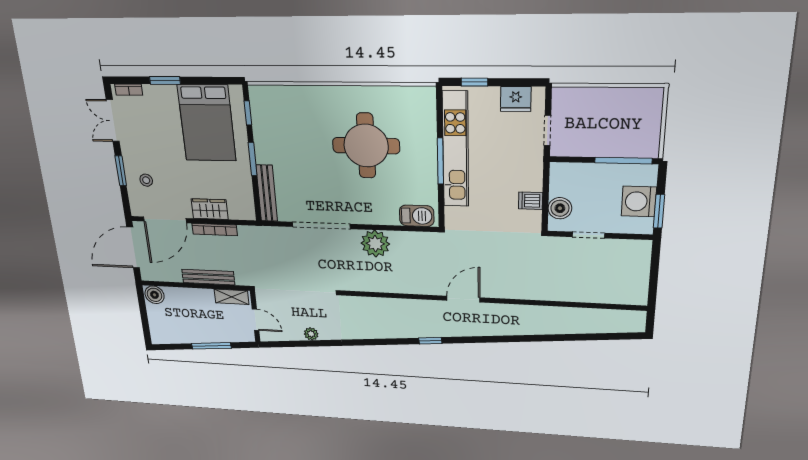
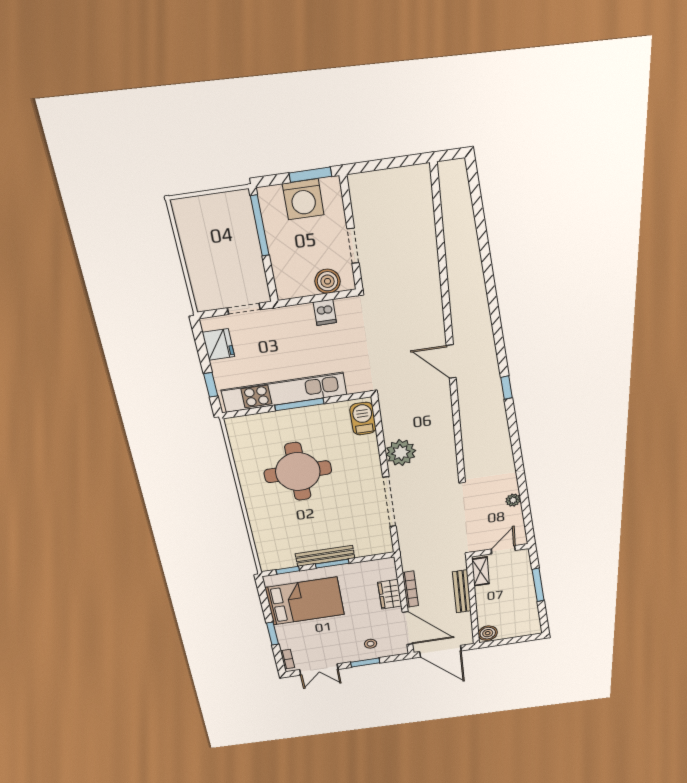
bench: (267, 193) -> (325, 556), moved

